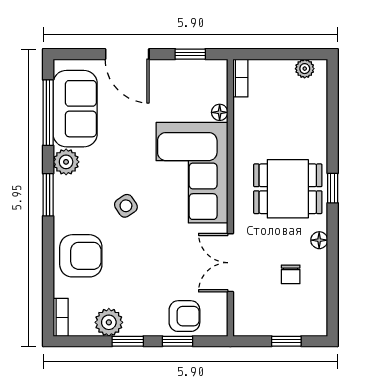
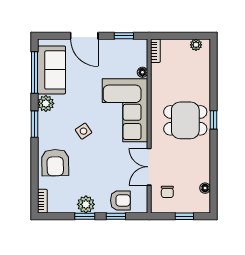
floor lamp: (319, 240) -> (205, 188), moved
armchair: (81, 256) -> (55, 163), turned 89
chair: (291, 274) -> (167, 192), moved
plant: (109, 322) -> (86, 204), moved

